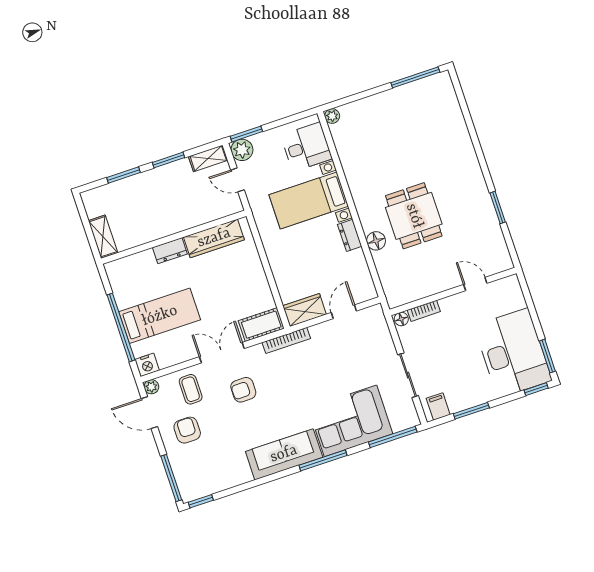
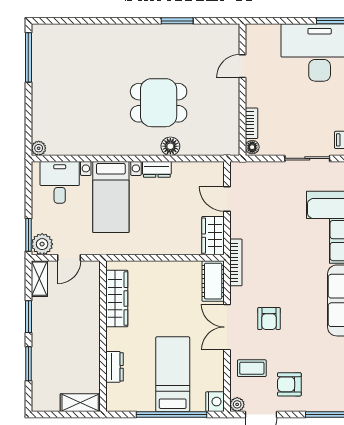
dresser: (170, 251) -> (115, 367), moved

